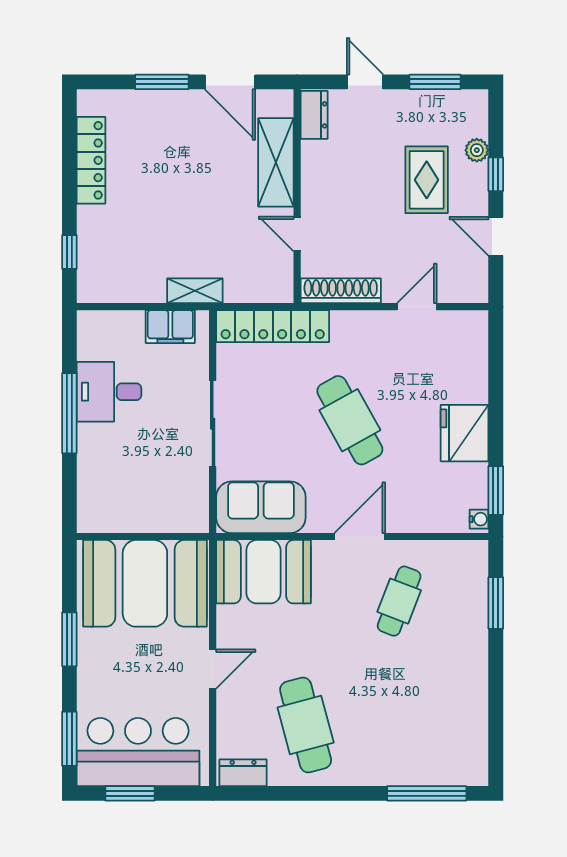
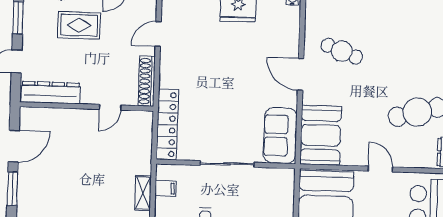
dresser: (314, 115) -> (51, 93), width x1.96, depth x1.24
shelving: (276, 162) -> (65, 119), removed
shelving: (195, 291) -> (143, 193), moved
door: (417, 307) -> (158, 34), hinge flipped
filing cabinet: (170, 327) -> (165, 188), width x0.50
cafe table: (350, 420) -> (228, 78), removed

